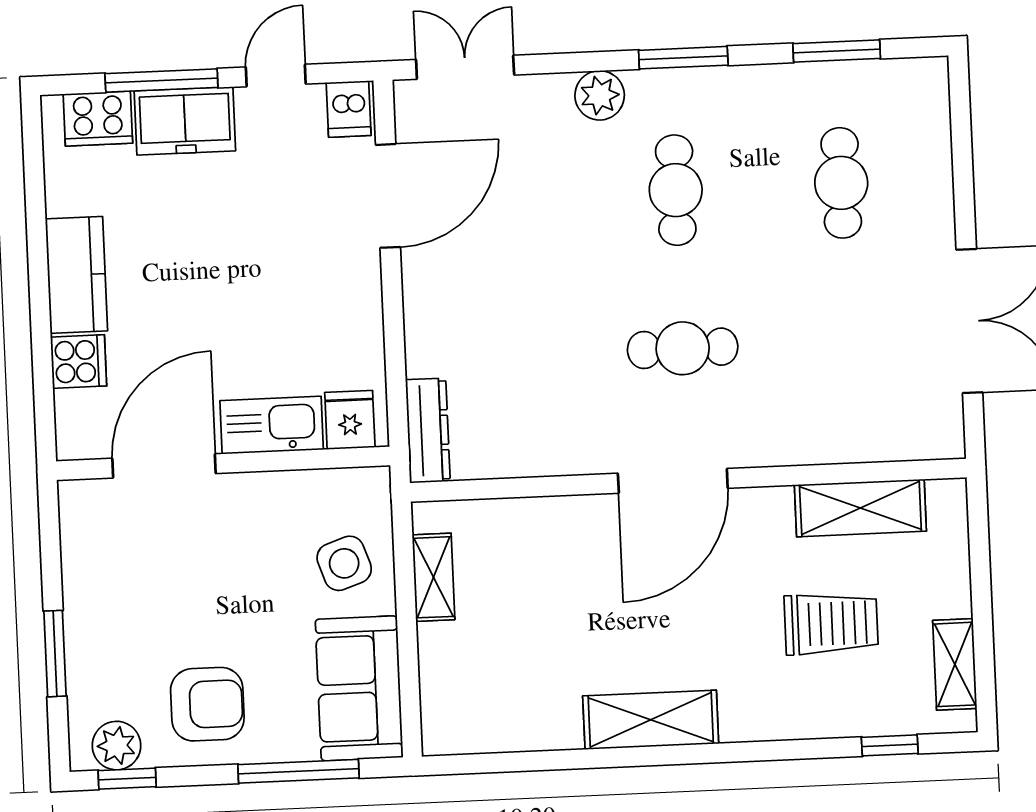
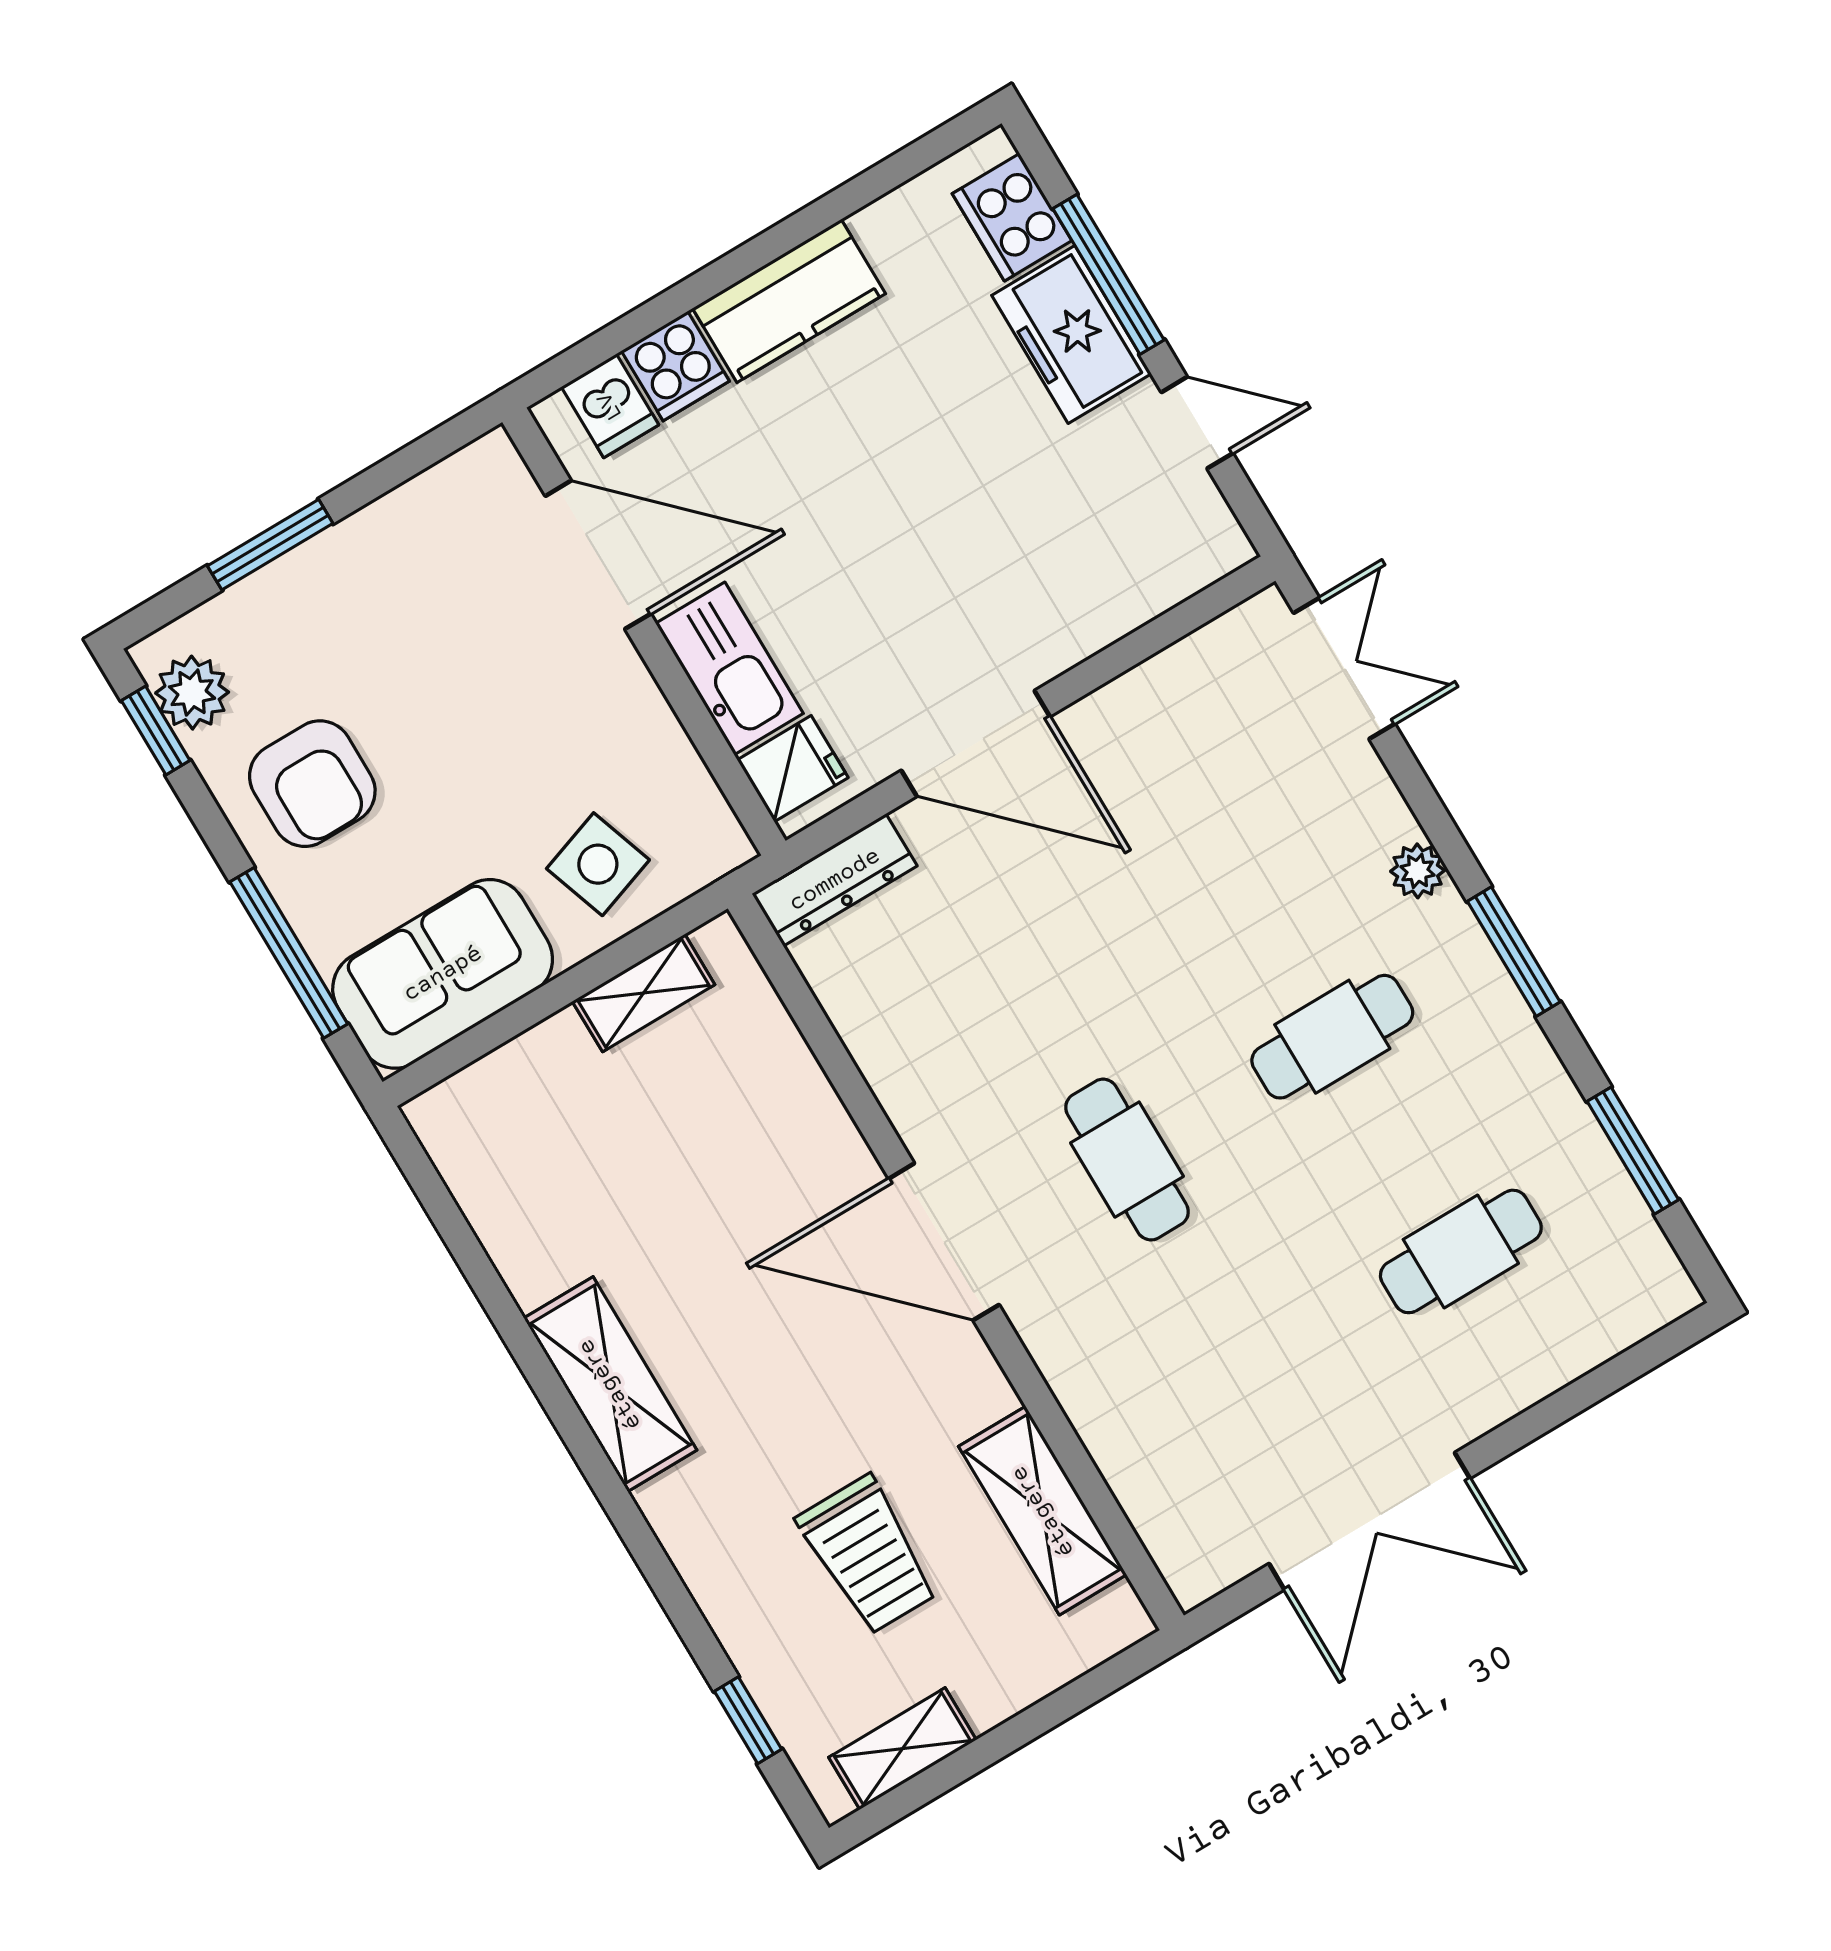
plant: (600, 95) -> (1418, 871), width x0.73, depth x0.73
dishwasher: (349, 109) -> (610, 406), moved, turned -90
door: (388, 196) -> (976, 744), moved

